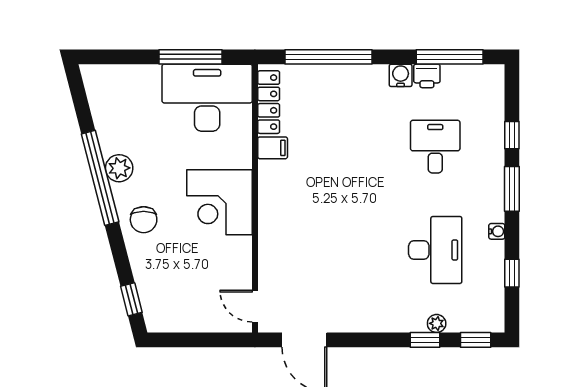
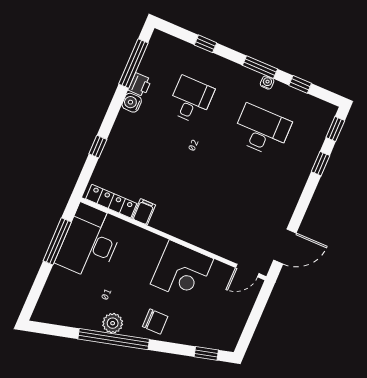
window: (329, 57) -> (98, 147), width x0.32
desk: (435, 147) -> (191, 100), turned 90
window: (512, 189) -> (260, 67), moved
corner desk: (220, 202) -> (182, 271), moved
plant: (437, 323) -> (313, 151), removed

